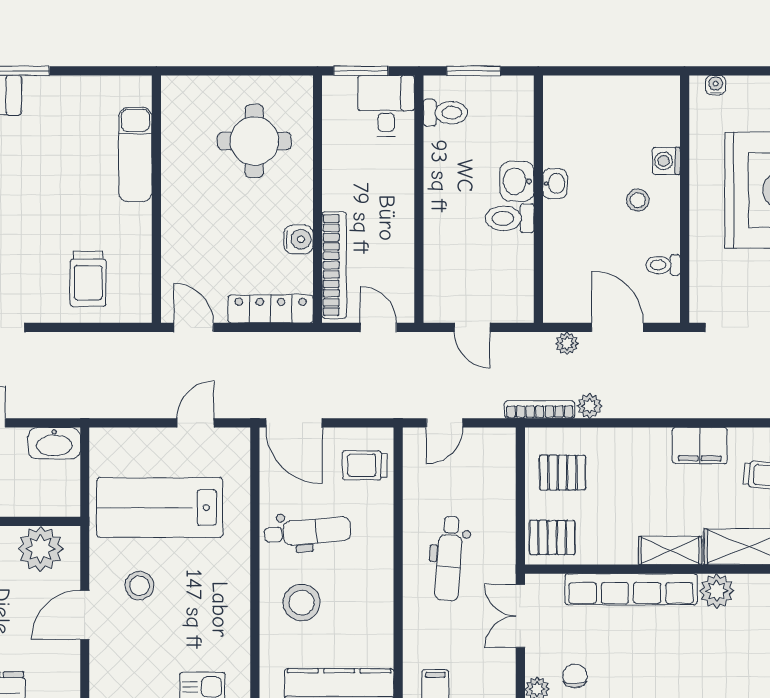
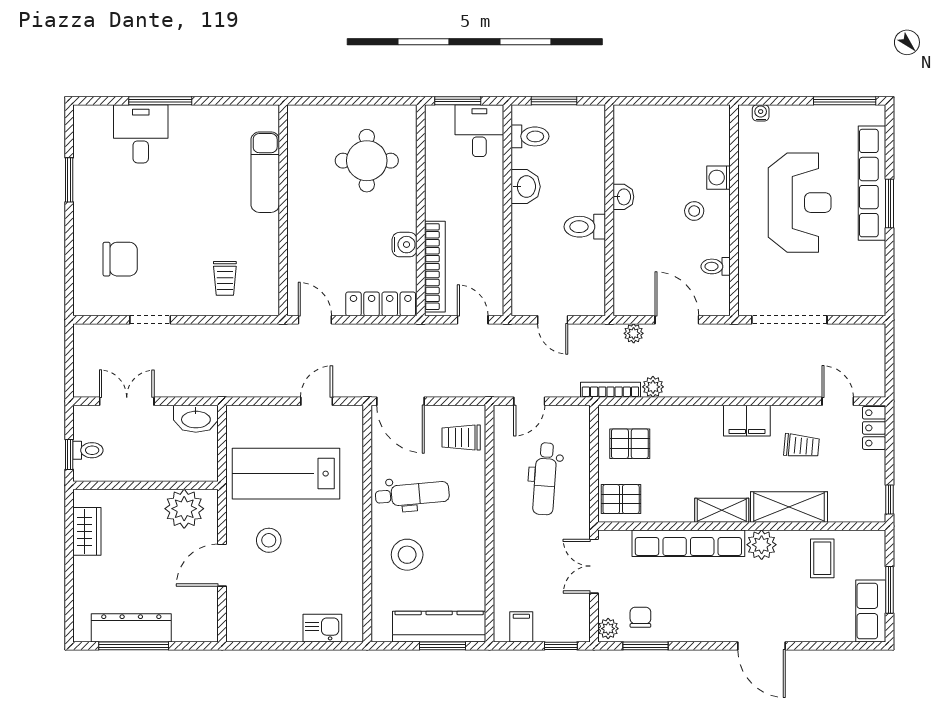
washbasin: (517, 181) -> (526, 187), moved, turned 180
trolley: (88, 279) -> (225, 278), width x0.73, depth x0.72
dental chair: (449, 559) -> (545, 479), moved

